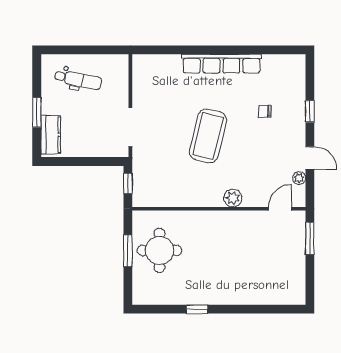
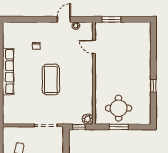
window: (310, 111) -> (36, 19), removed
coffee table: (208, 136) -> (51, 80), turned 76
plant: (233, 198) -> (88, 119), moved
door: (280, 209) -> (94, 47), moved

